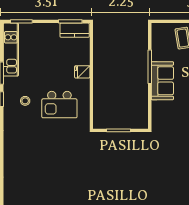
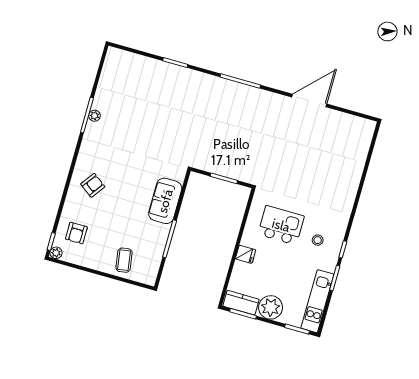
plant: (49, 33) -> (271, 307), added
sofa: (162, 81) -> (165, 201), moved

